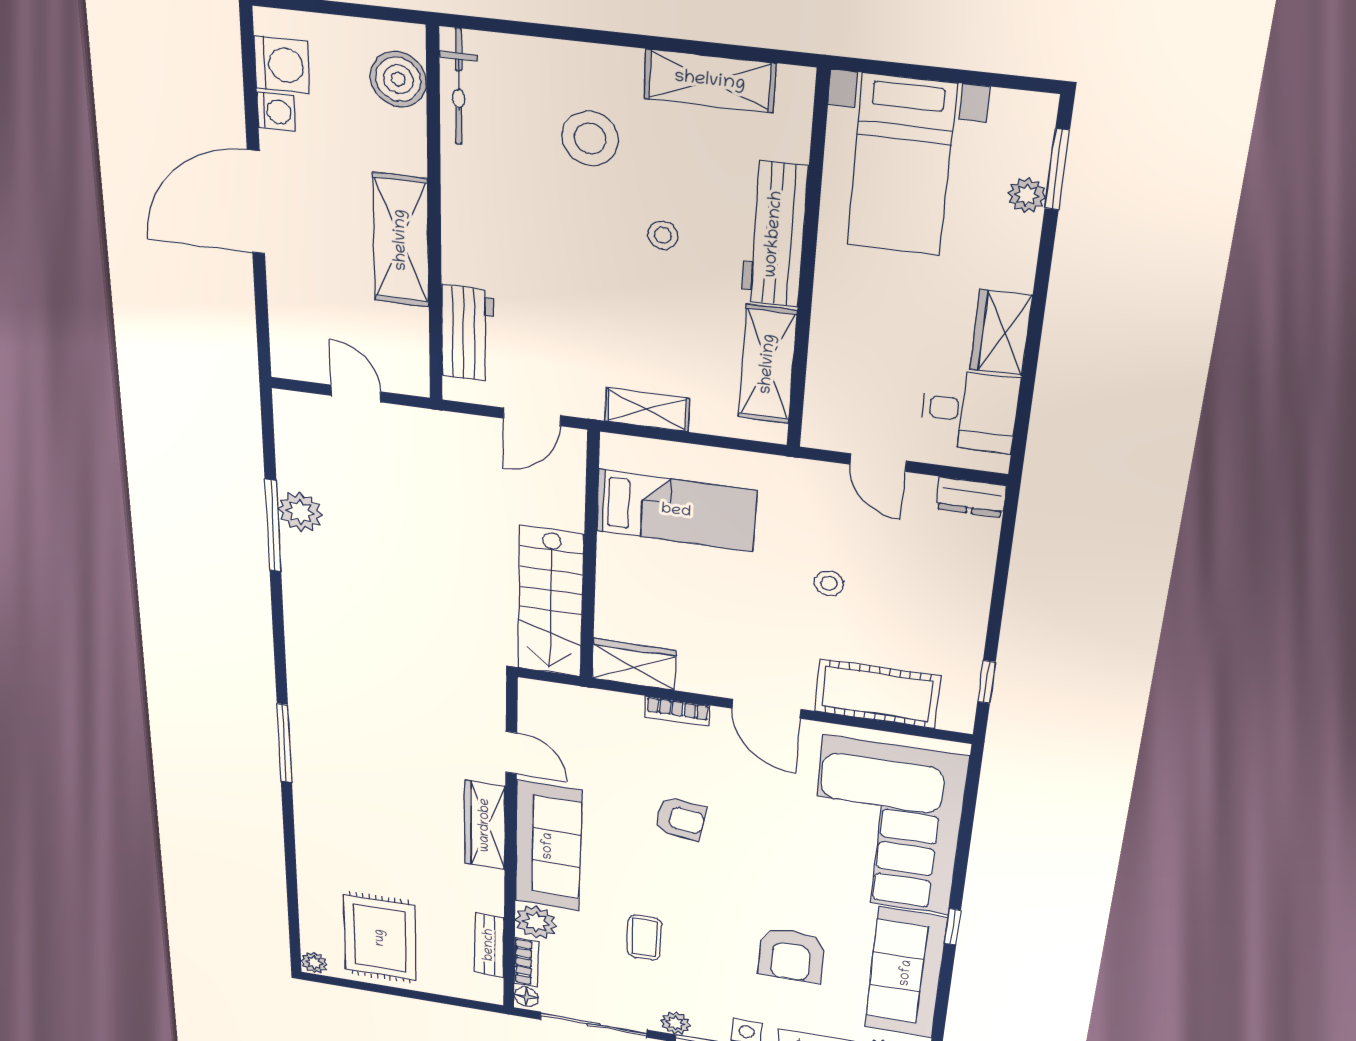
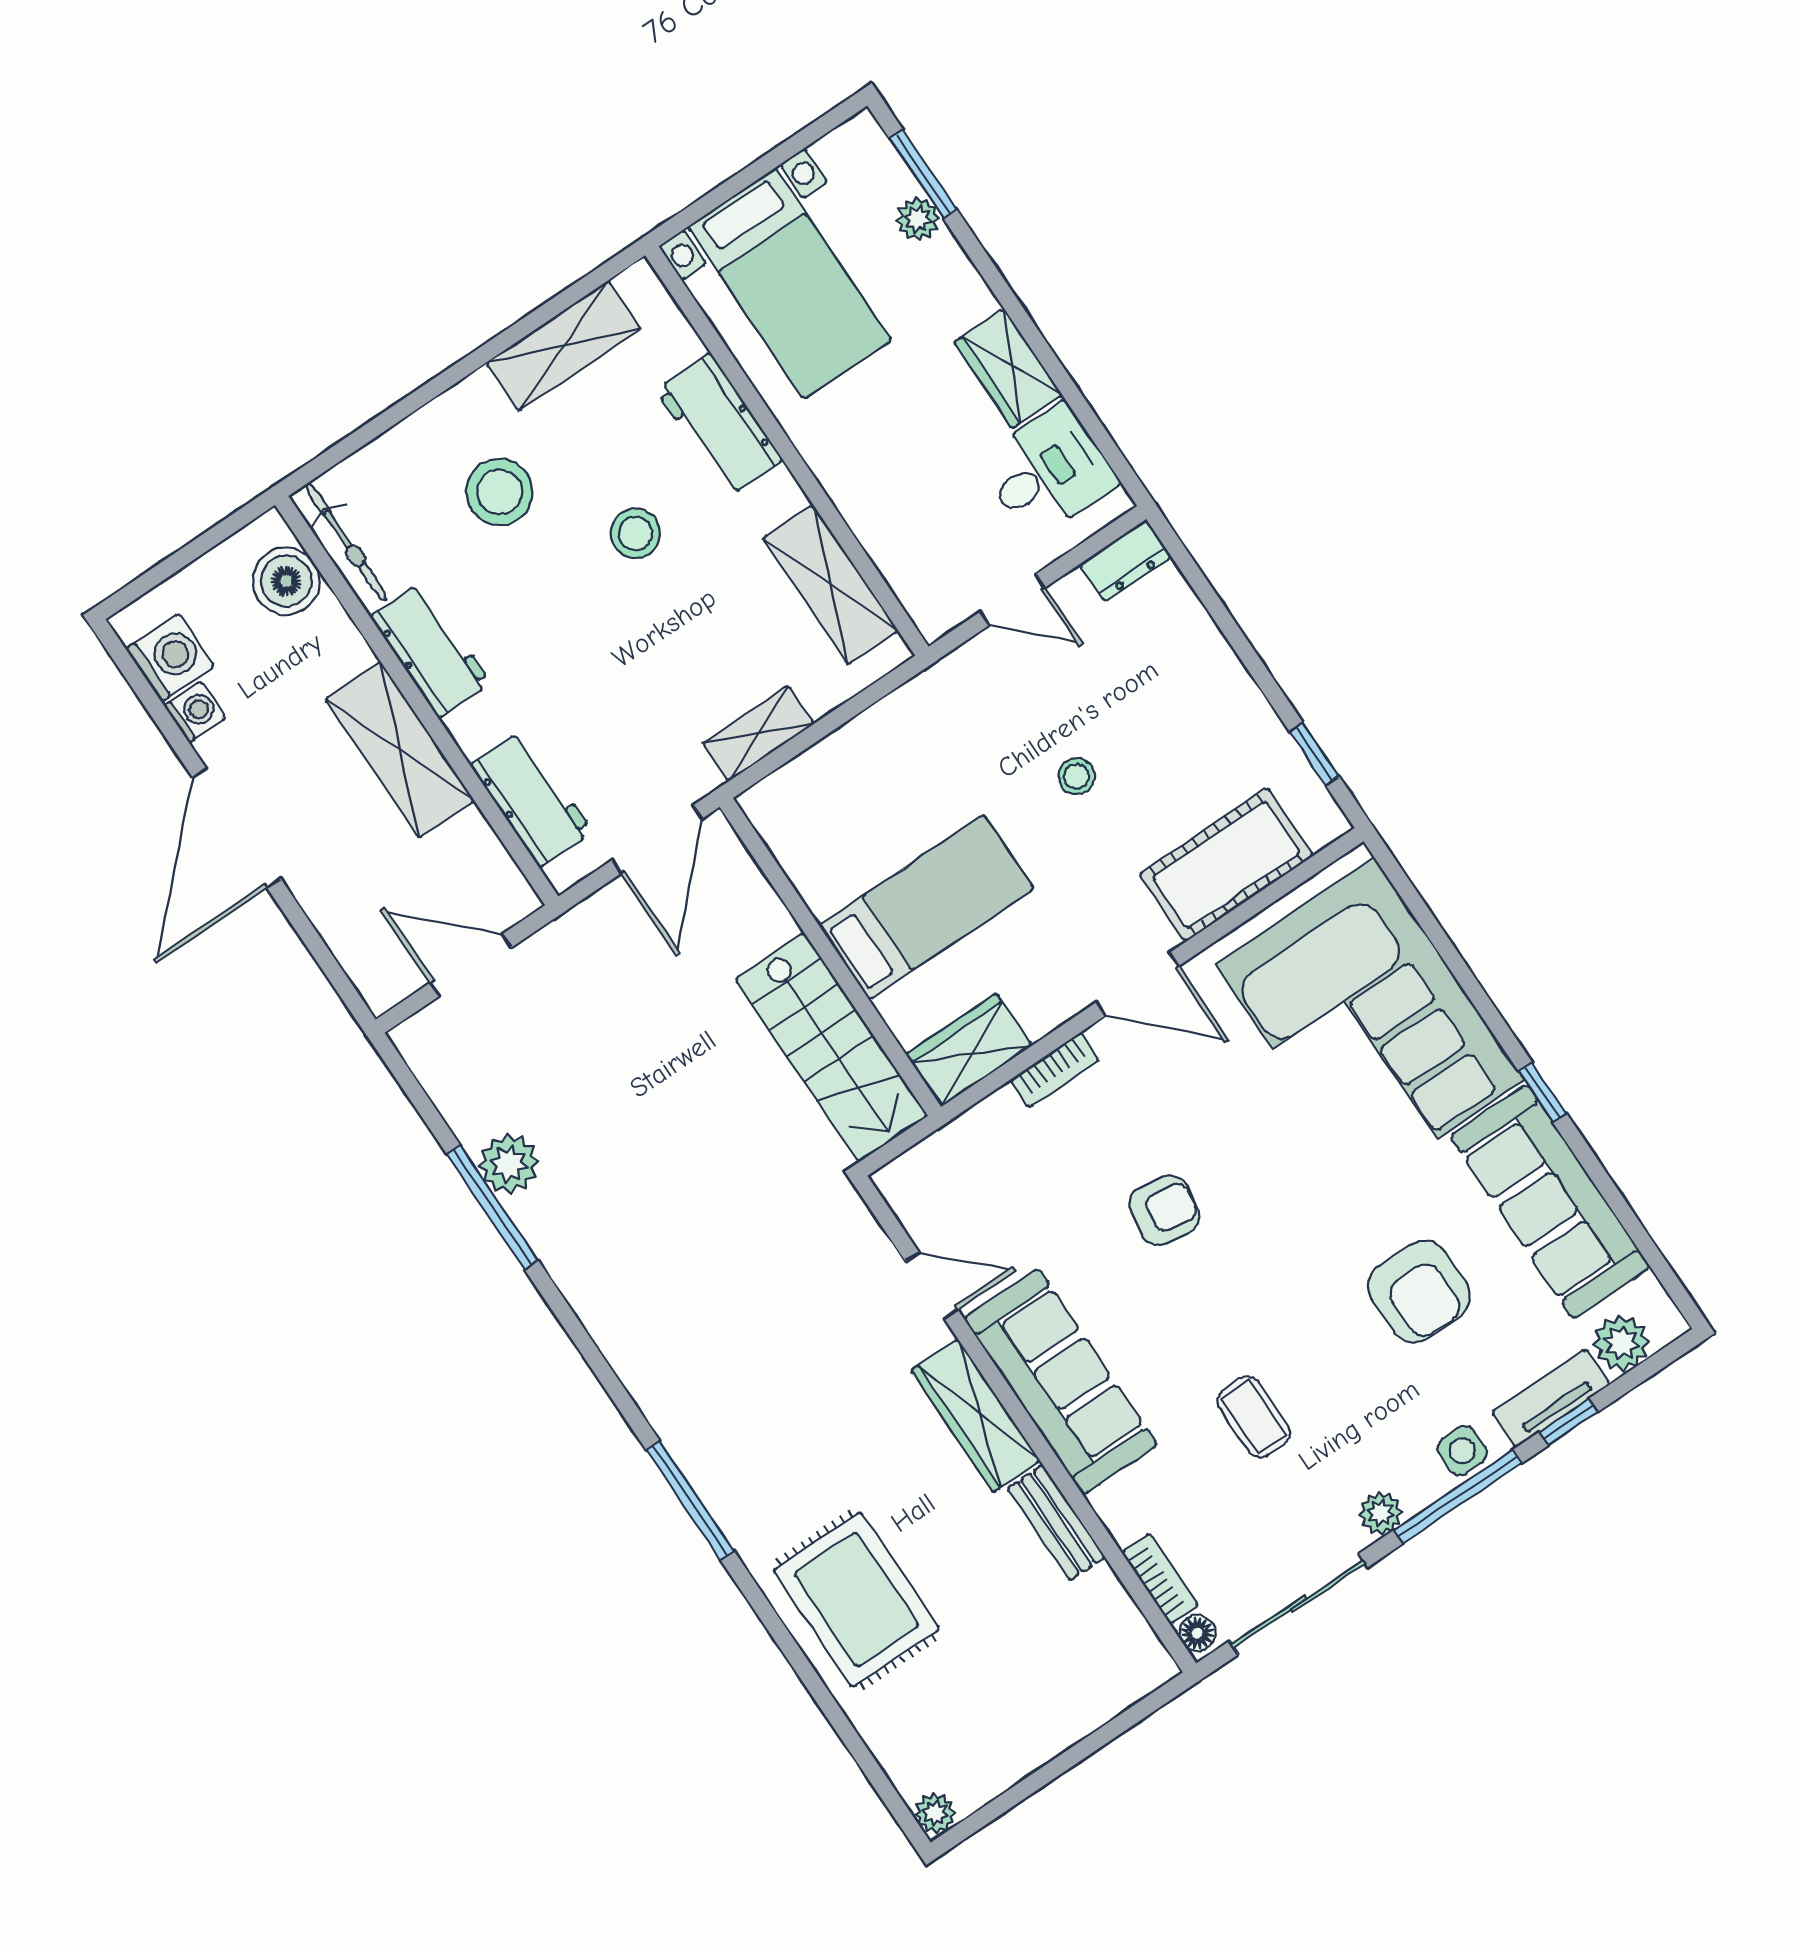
workbench: (467, 197) -> (430, 650), added
workbench: (774, 234) -> (719, 425), width x0.73
stool: (663, 235) -> (635, 533), width x1.37, depth x1.37
door: (356, 394) -> (471, 965), width x1.38
door: (532, 417) -> (657, 839), width x1.38
bed: (676, 511) -> (926, 907), moved
plant: (536, 922) -> (1127, 1507), removed
rug: (380, 938) -> (856, 1600), moved
bench: (489, 945) -> (1056, 1523), moved

